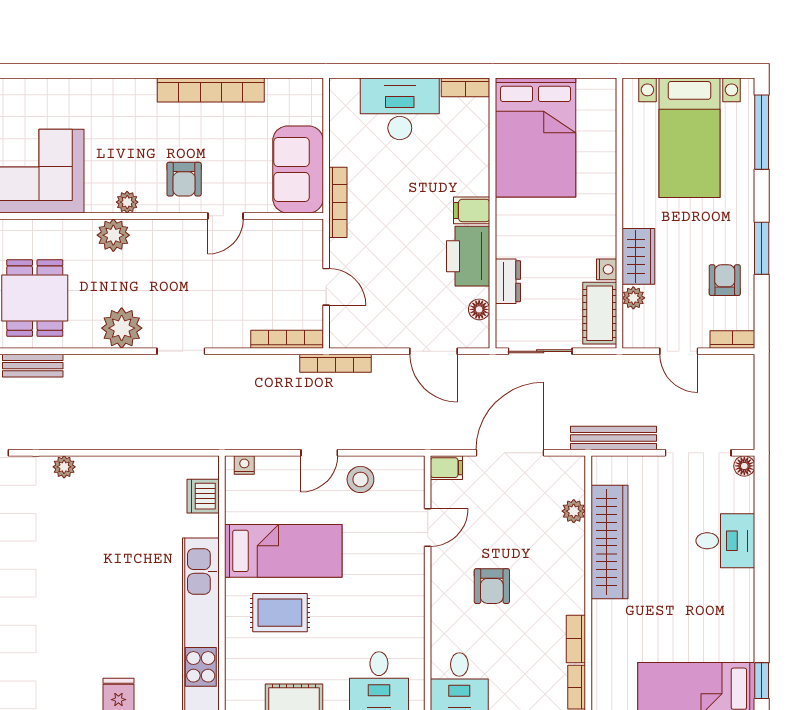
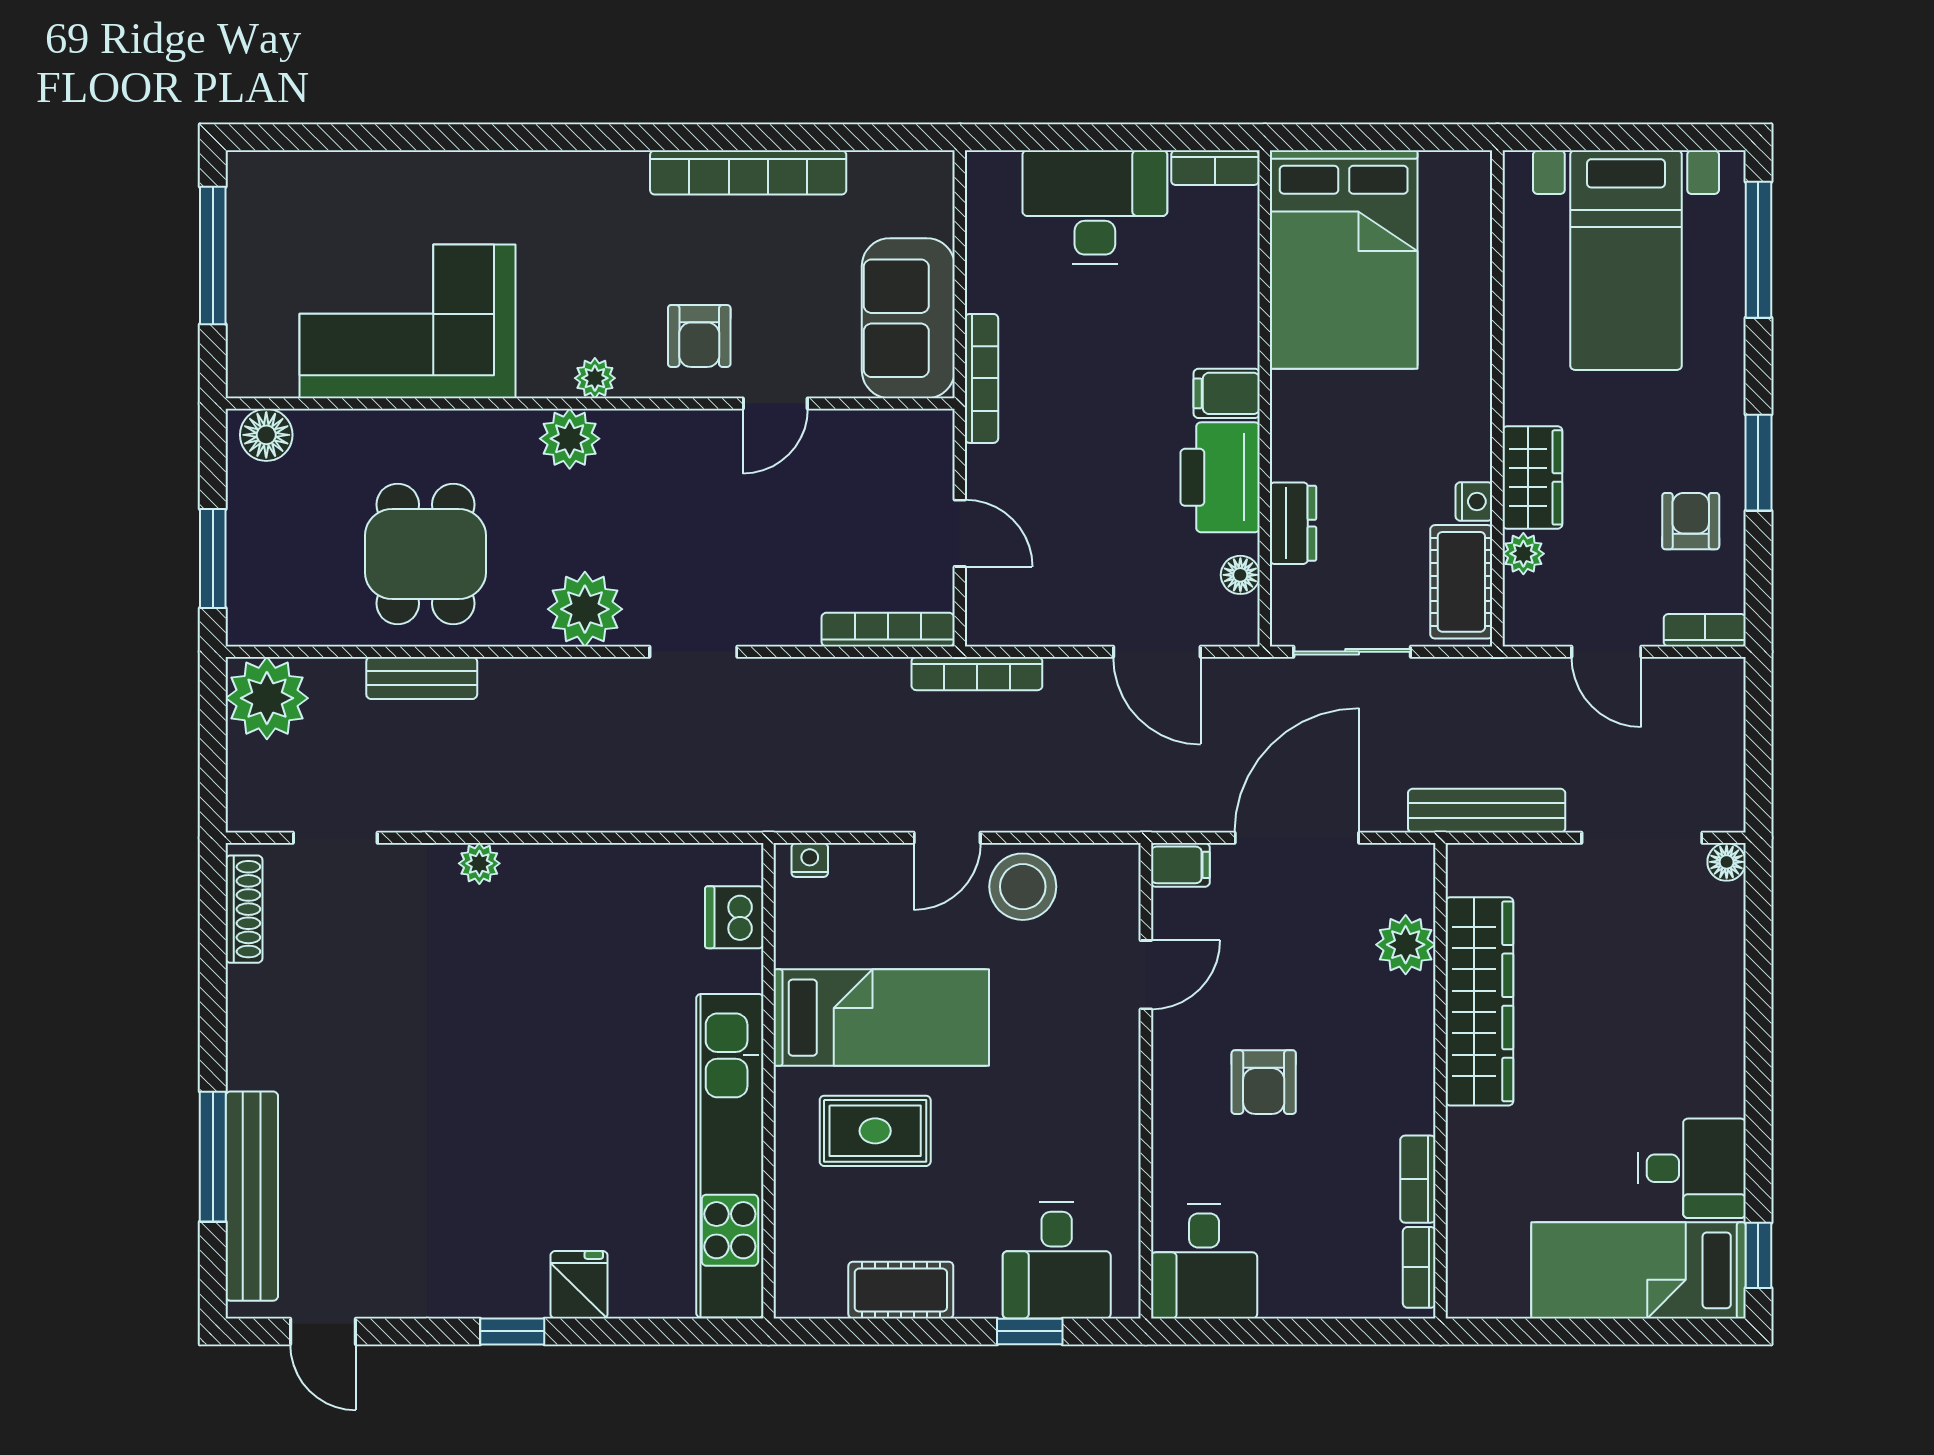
stool: (360, 479) -> (1023, 887), width x1.38, depth x1.38
plant: (574, 511) -> (1406, 945), width x1.38, depth x1.38
desk: (725, 541) -> (1692, 1168), moved

